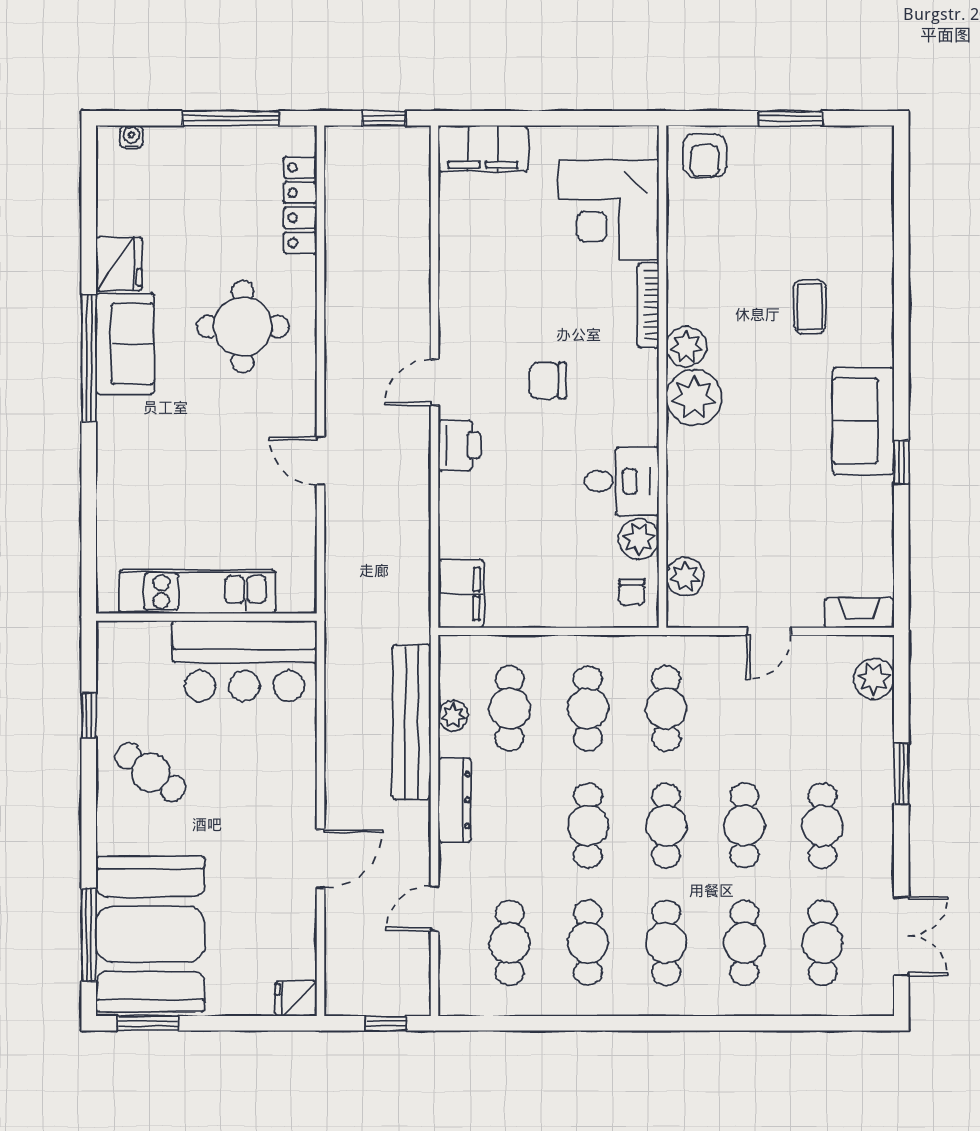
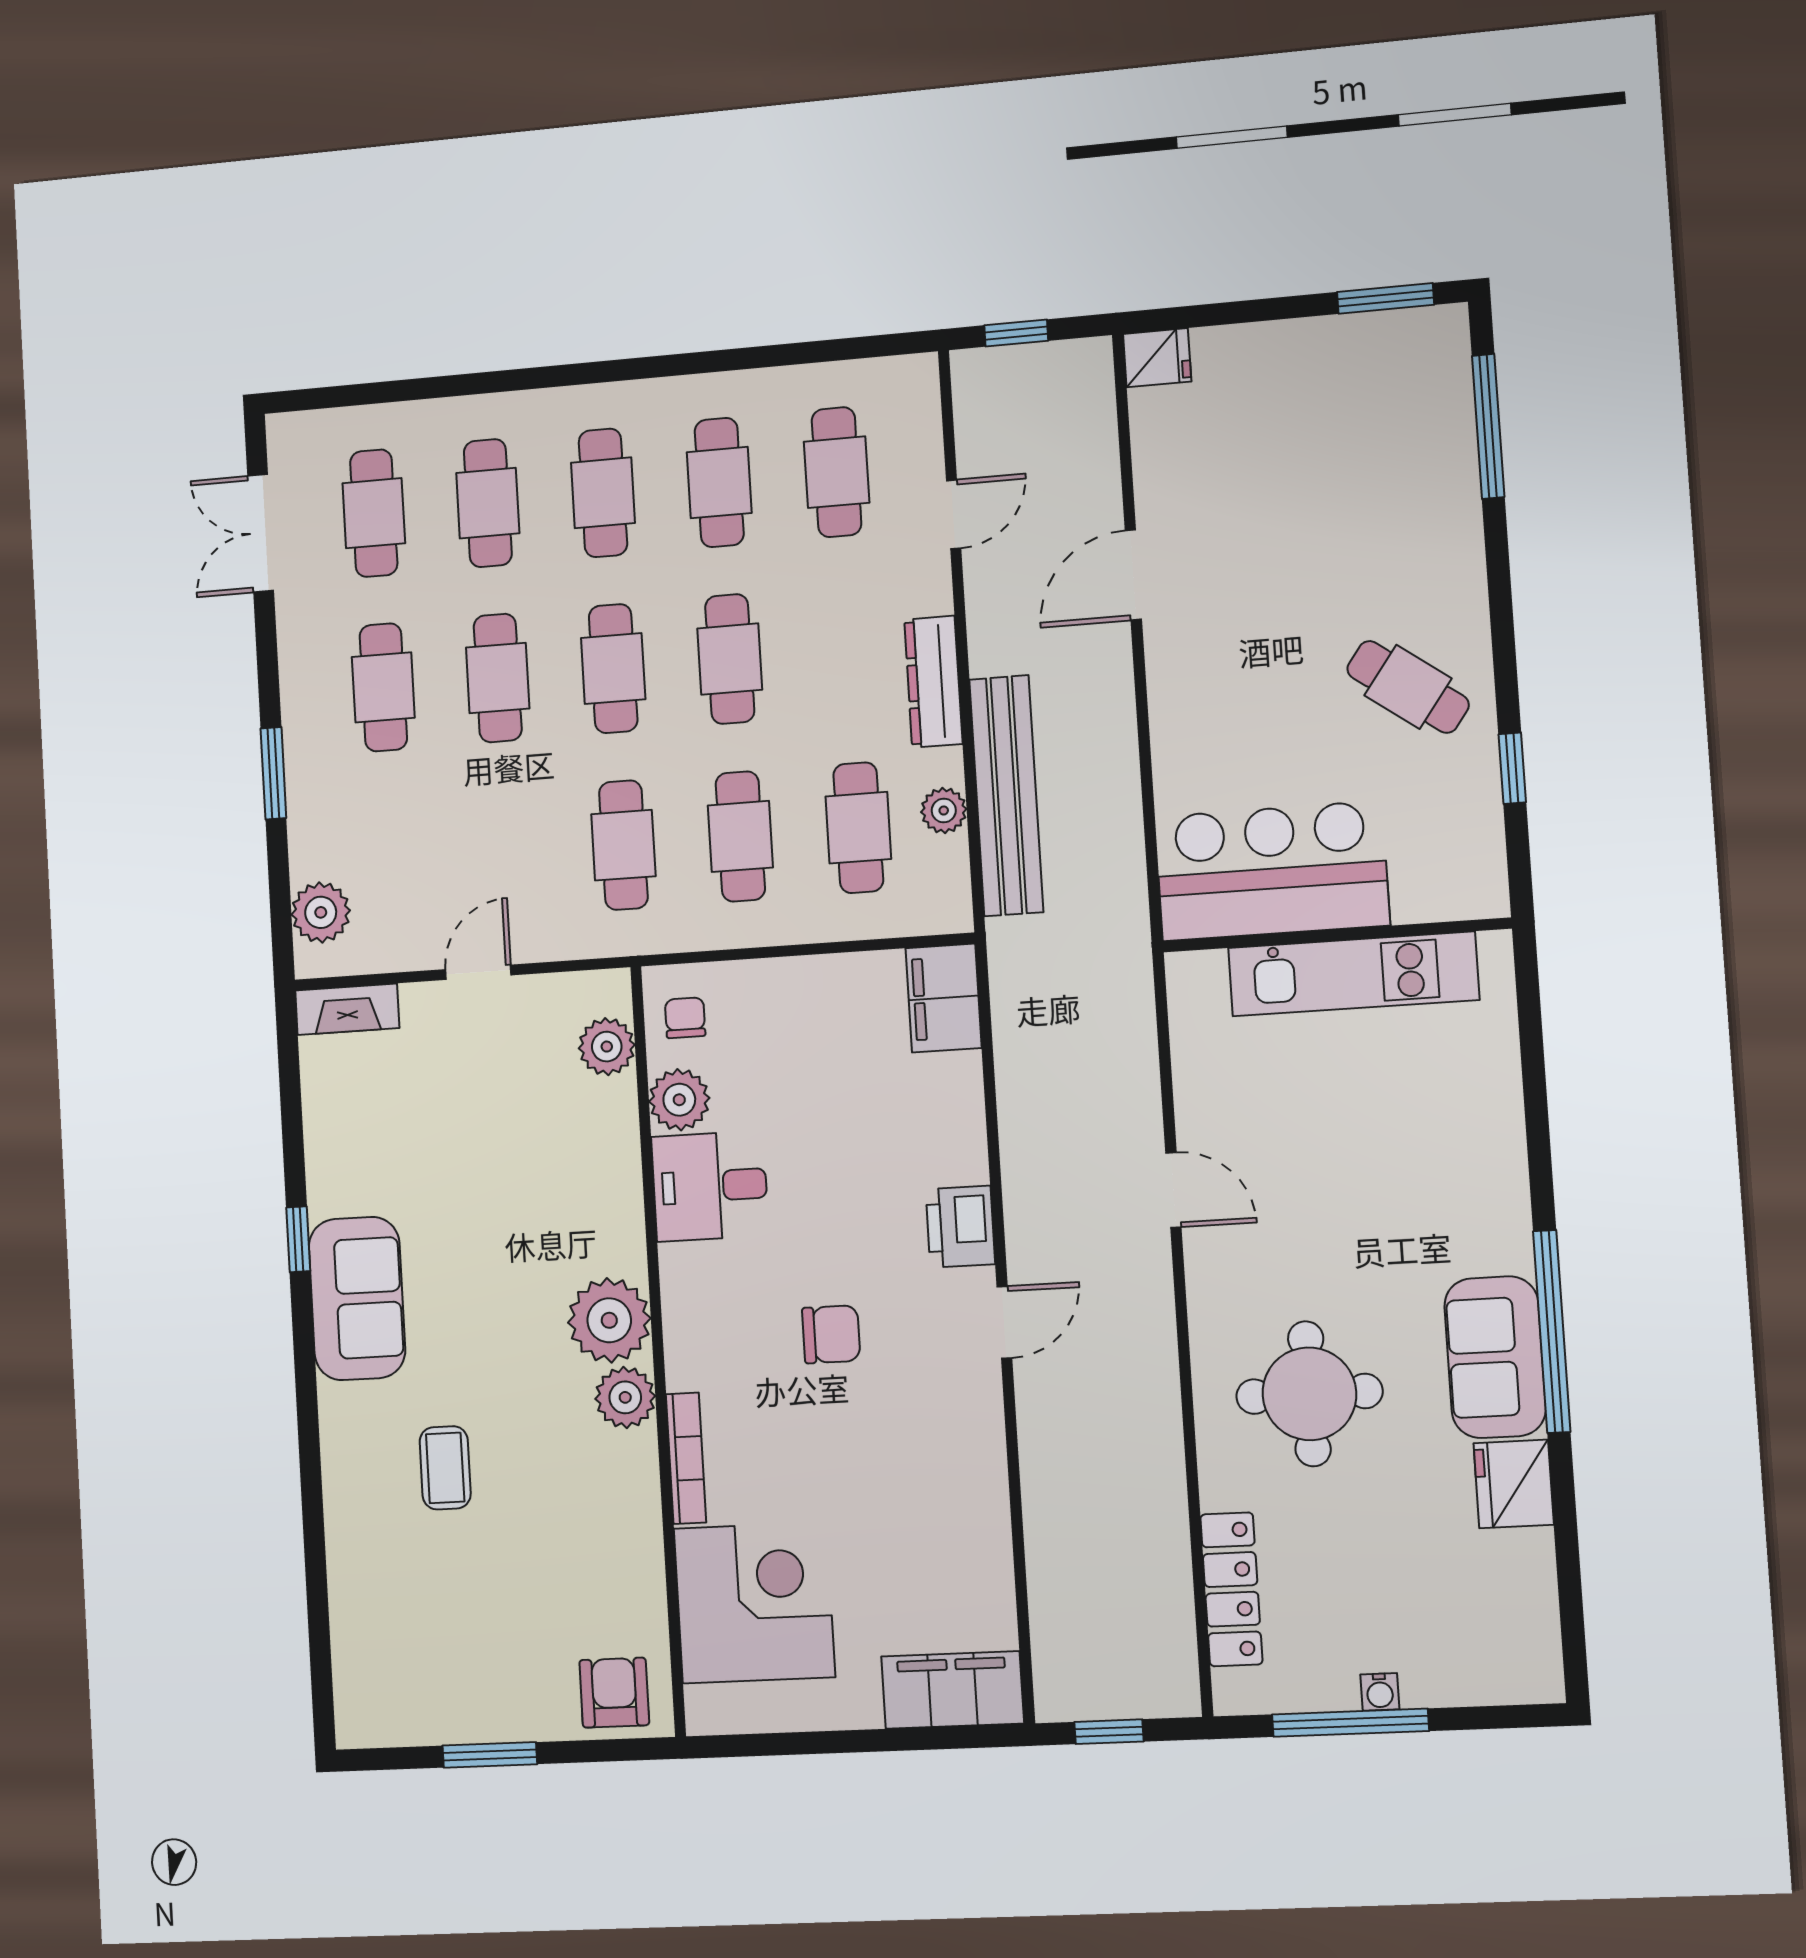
water cooler: (131, 137) -> (1380, 1692), moved
booth: (150, 934) -> (1391, 436), removed

